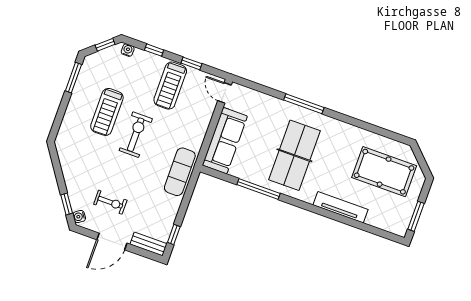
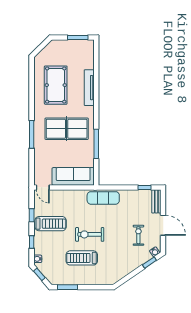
door: (224, 93) -> (43, 187), hinge flipped
treadmill: (107, 112) -> (82, 258), turned 180
pool table: (384, 172) -> (56, 85), moved

